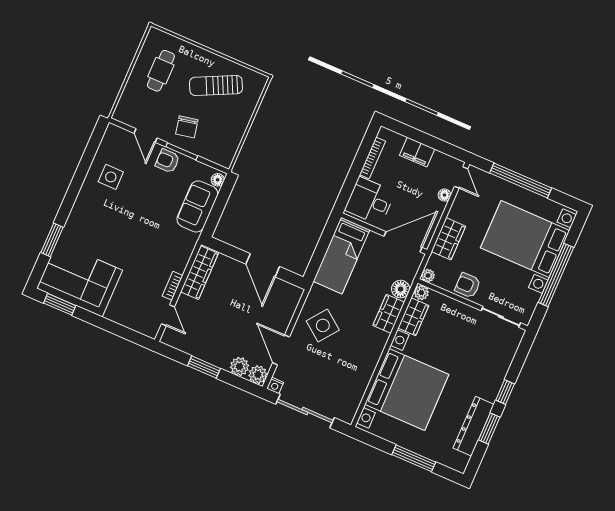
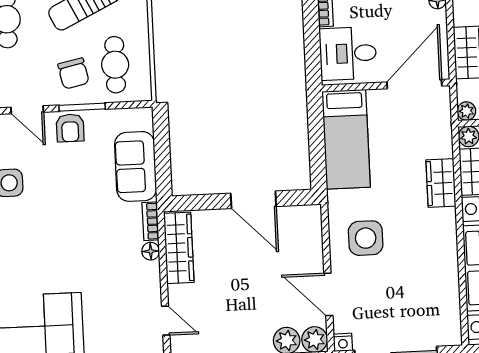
cafe table: (216, 134) -> (115, 65), added
armchair: (167, 161) -> (70, 128), turned -90
floor lamp: (218, 180) -> (151, 251), moved
bookcase: (173, 286) -> (150, 221), moved
floor lamp: (401, 289) -> (440, 145), removed
side table: (323, 325) -> (366, 238), turned -37

